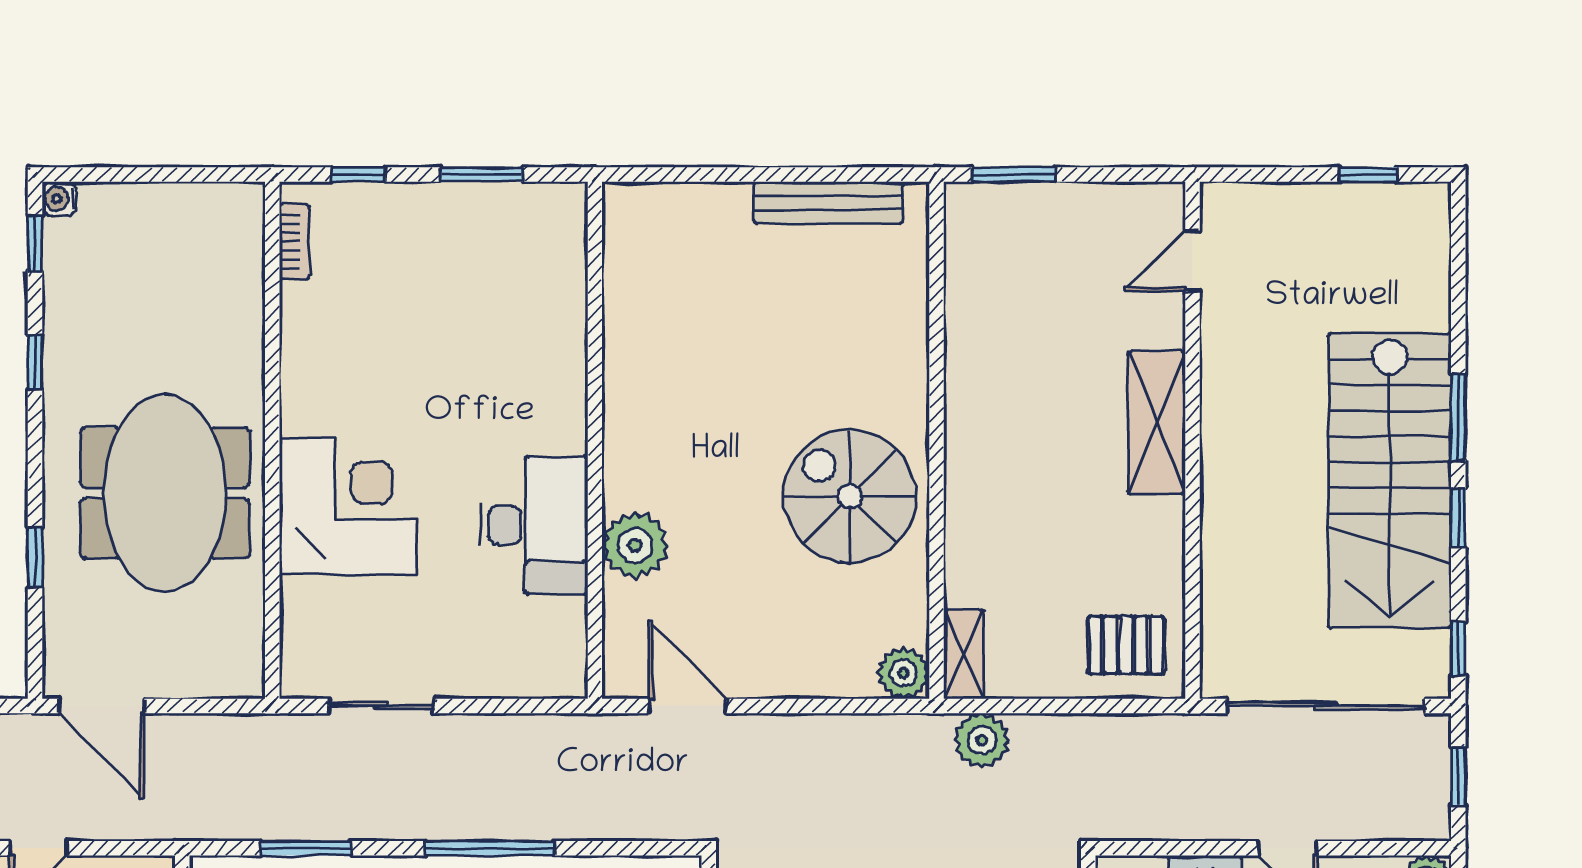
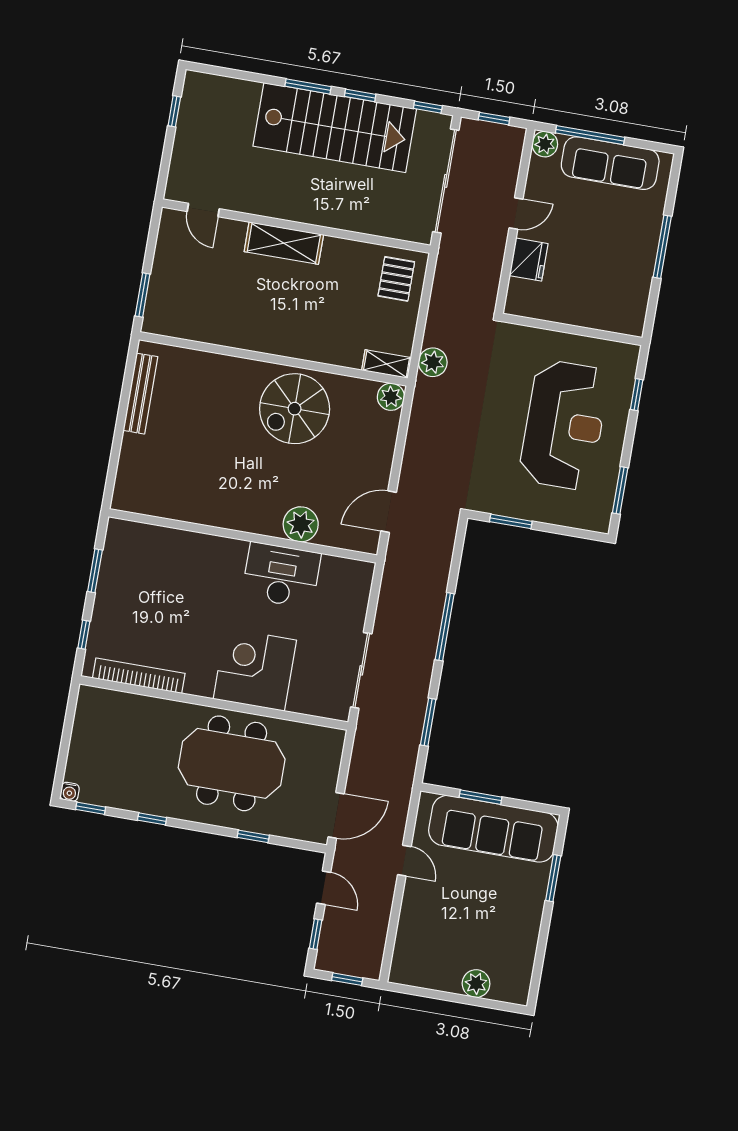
bookcase: (294, 242) -> (139, 676), width x2.31, depth x1.31
sliding door: (381, 706) -> (361, 670), width x1.37

